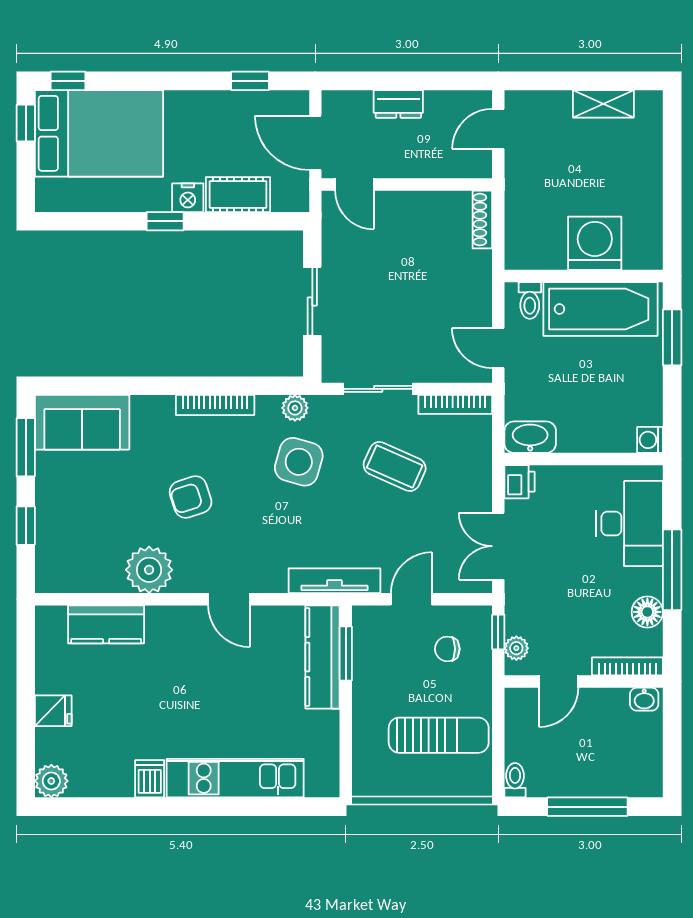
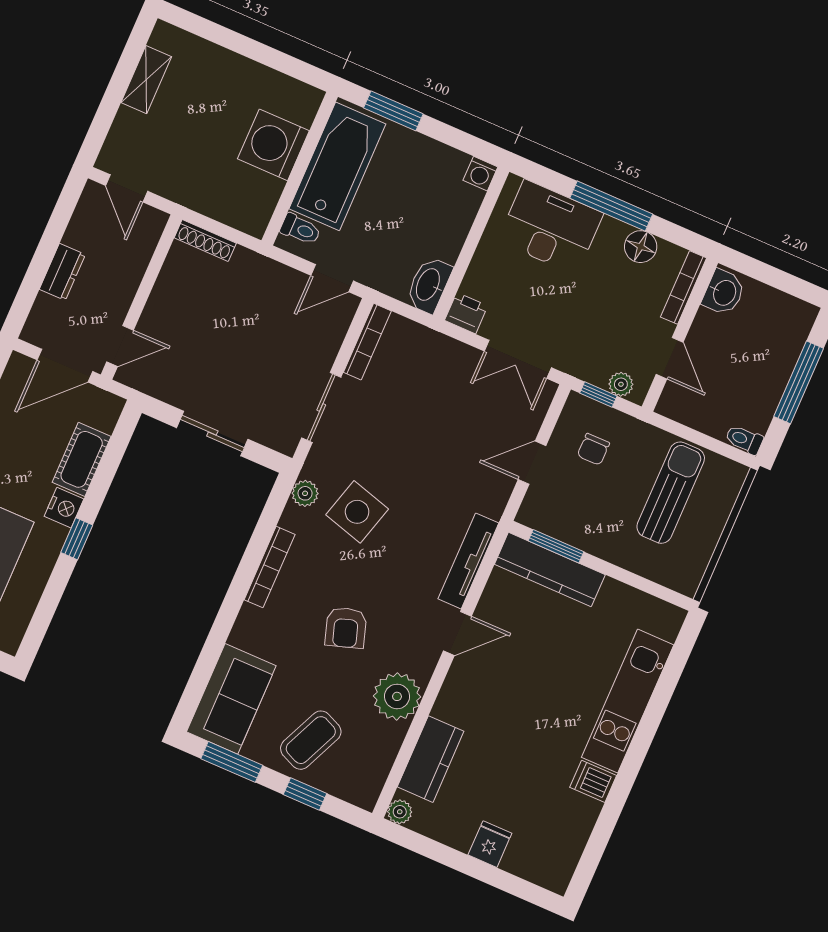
coffee table: (395, 466) -> (311, 740), moved
tv unit: (334, 581) -> (468, 561), moved
door: (411, 599) -> (532, 463), hinge flipped
washbasin: (644, 699) -> (724, 292), width x1.38, depth x1.45
plant: (51, 781) -> (400, 812), moved, width x0.73, depth x0.73

